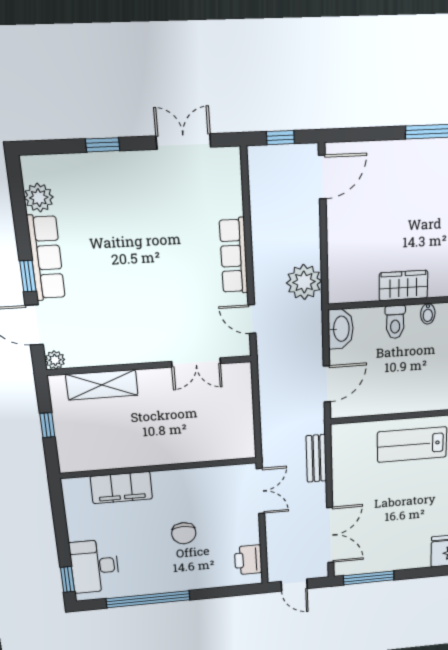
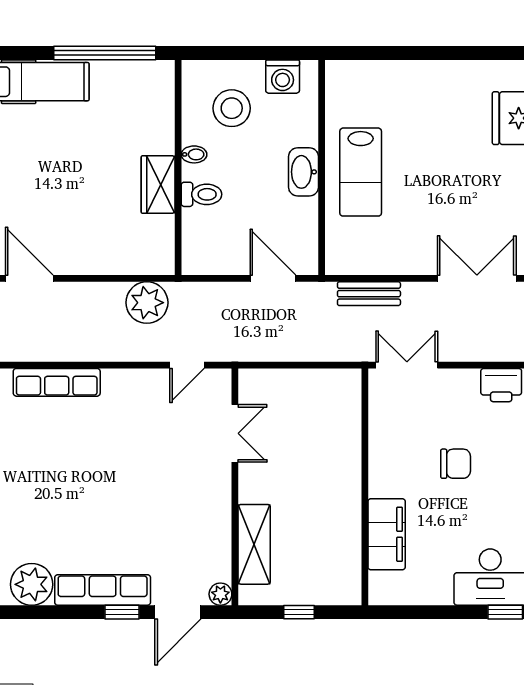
plant: (39, 198) -> (32, 584), width x1.36, depth x1.36
row of seats: (234, 256) -> (57, 382), moved
washbasin: (341, 329) -> (303, 172), moved, turned -90

